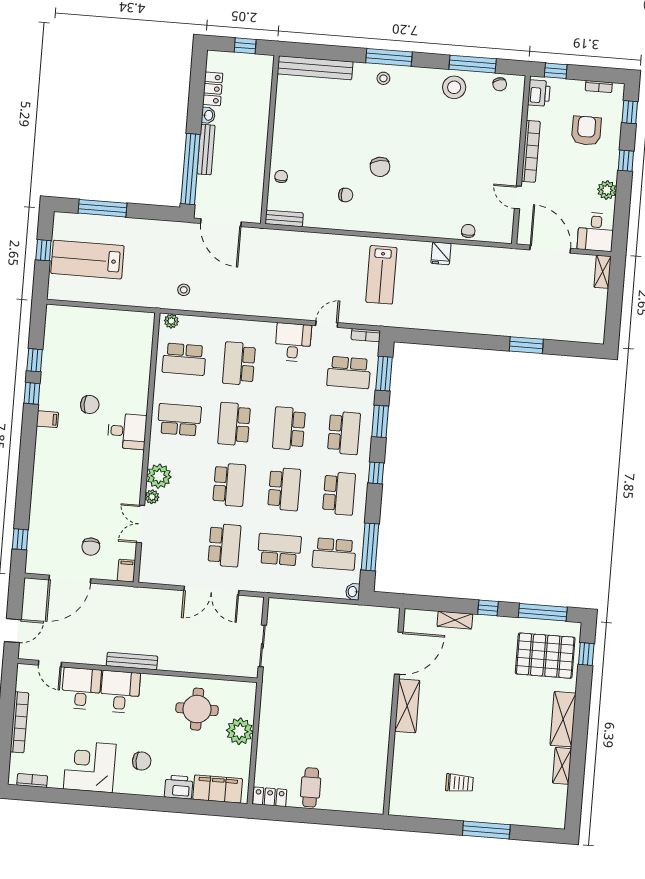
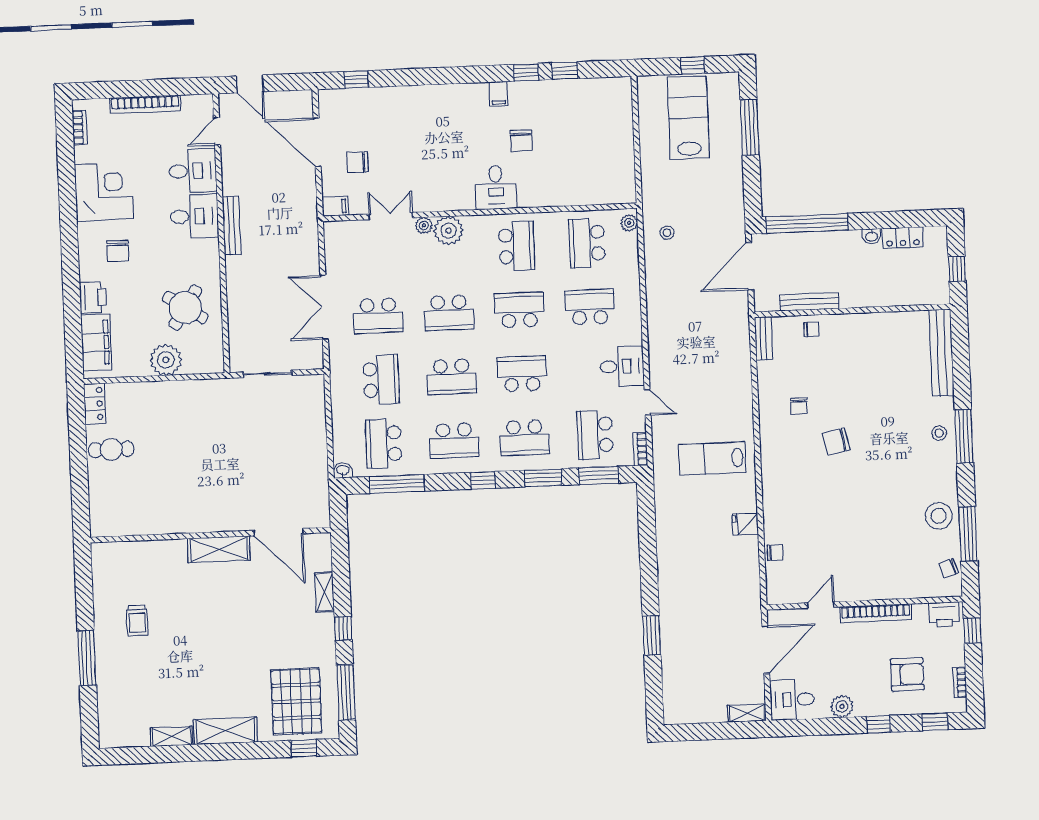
bench: (206, 150) -> (809, 302), moved
round table: (197, 709) -> (185, 307), turned 33

